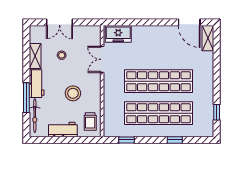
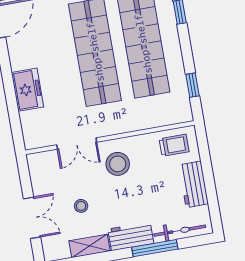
freezer: (118, 34) -> (27, 90), moved
stool: (73, 93) -> (118, 164), moved

